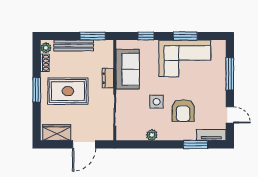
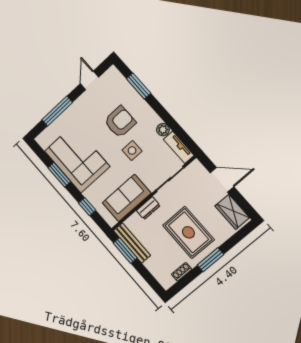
bench: (74, 46) -> (132, 243), moved
plant: (46, 48) -> (169, 281), removed
tv unit: (211, 135) -> (179, 147), moved

